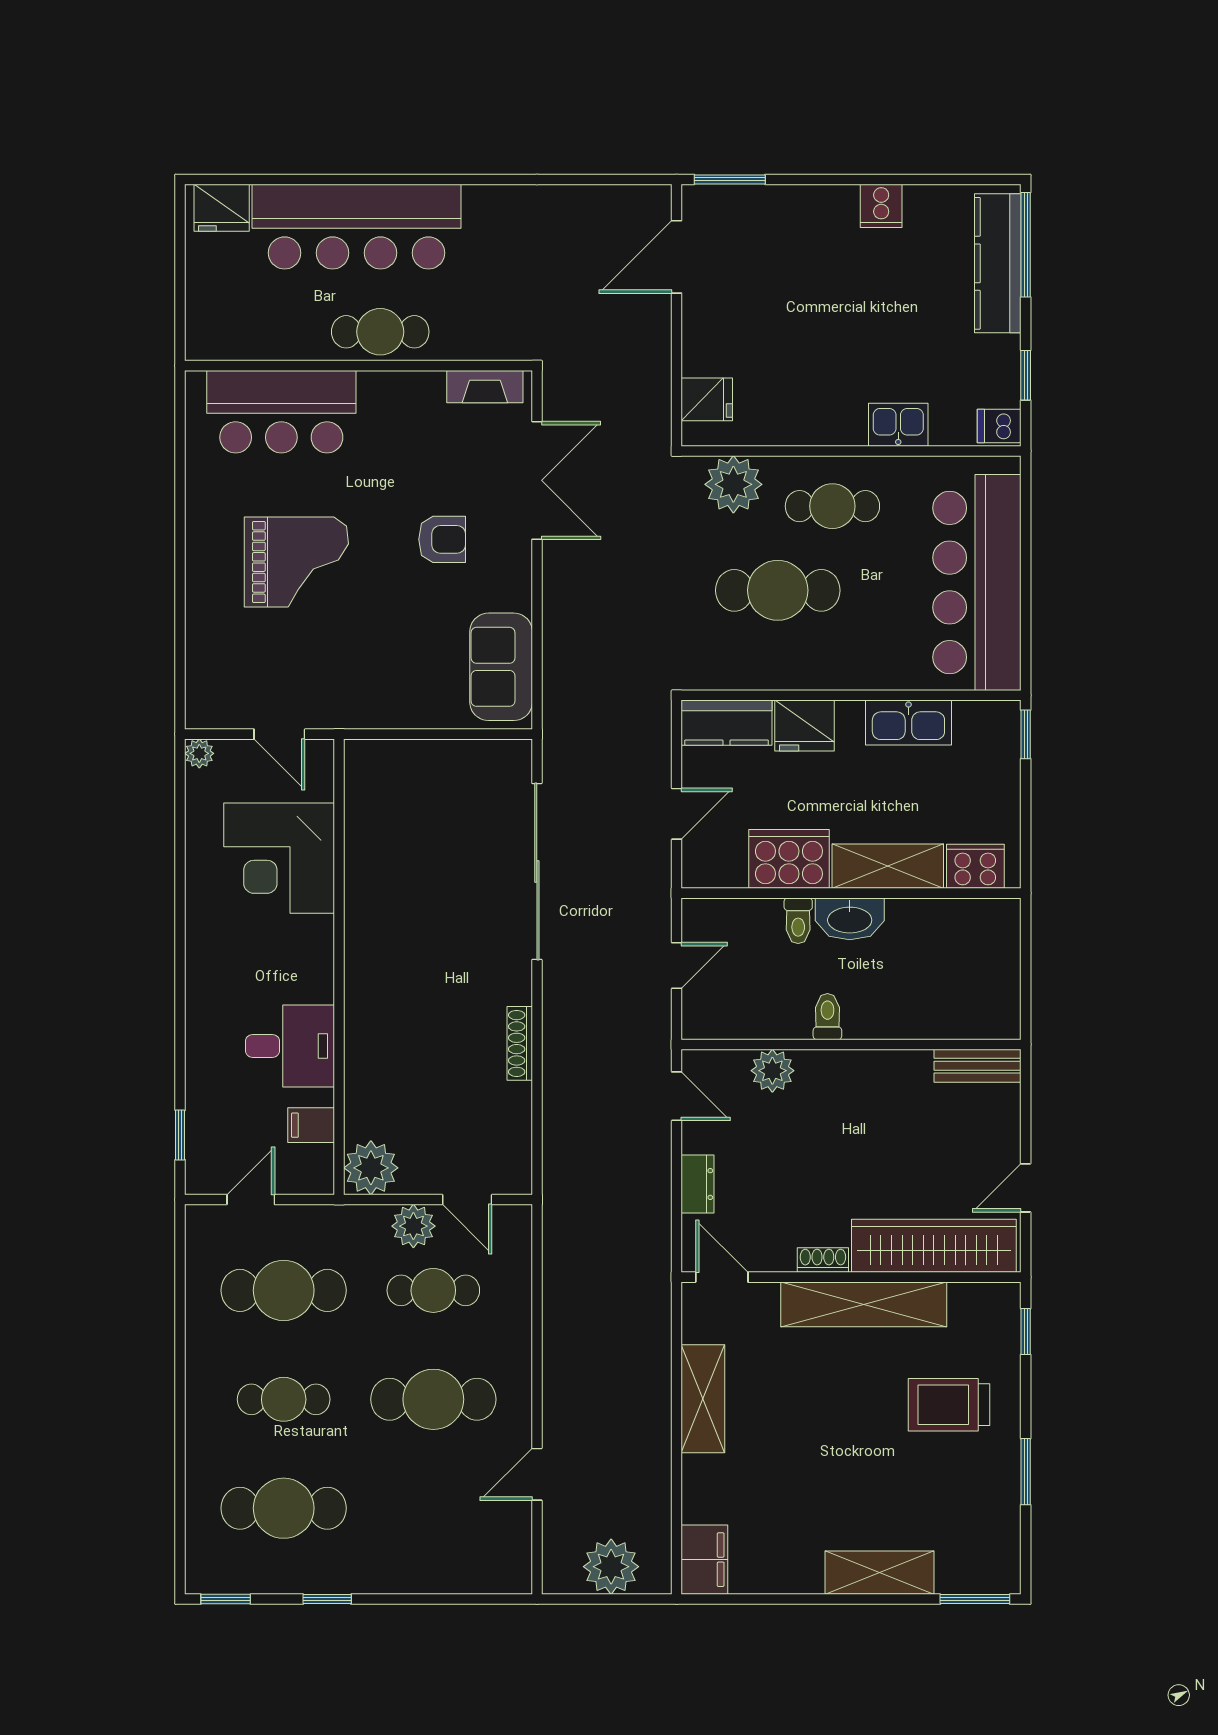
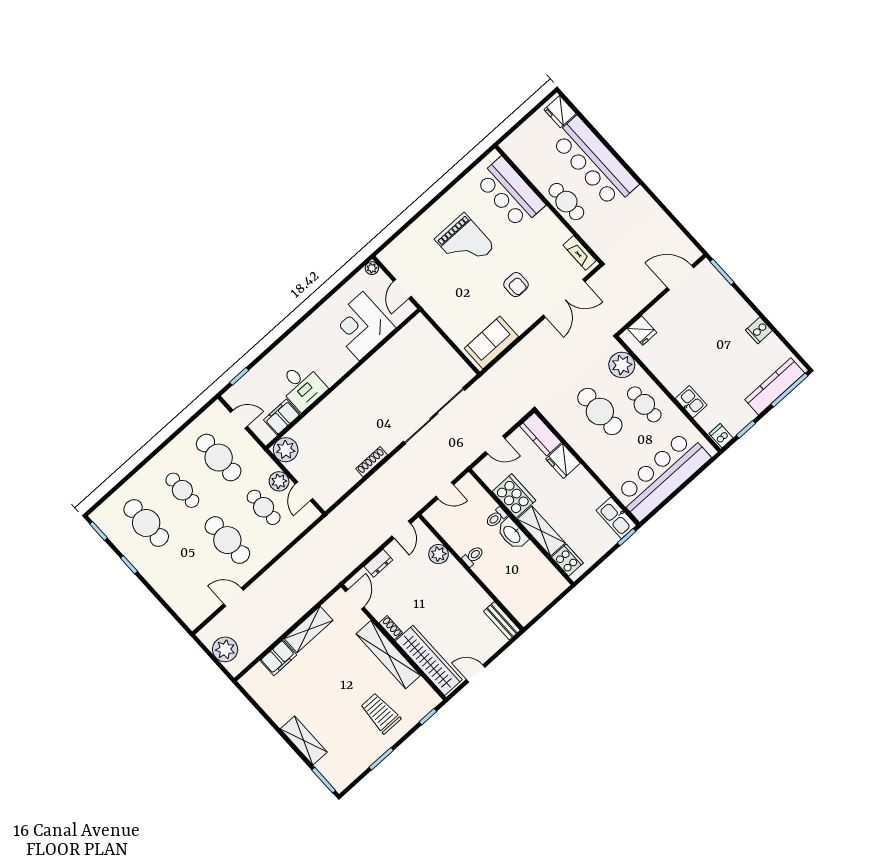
kitchen sink: (908, 723) -> (616, 518), moved
filing cabinet: (311, 1125) -> (282, 417), width x2.00
filing cabinet: (704, 1560) -> (278, 658), moved

